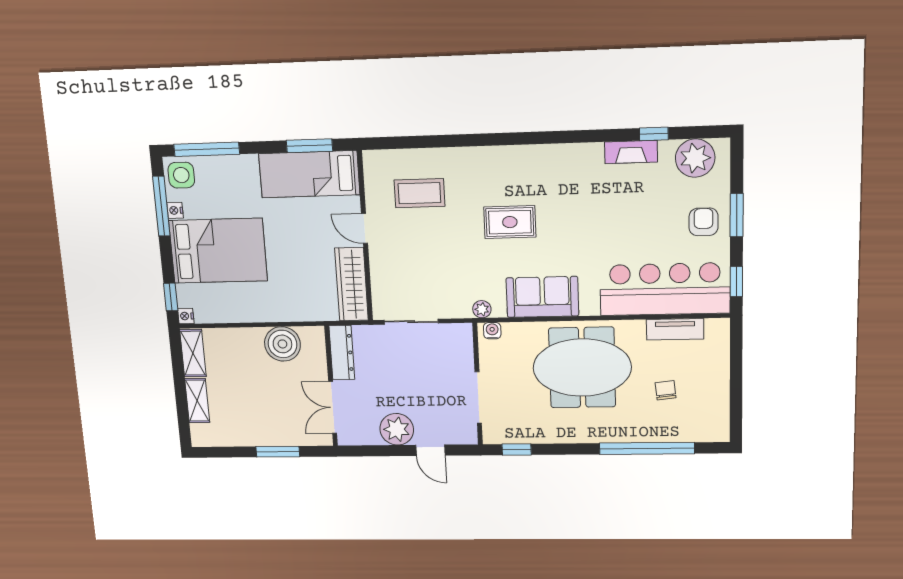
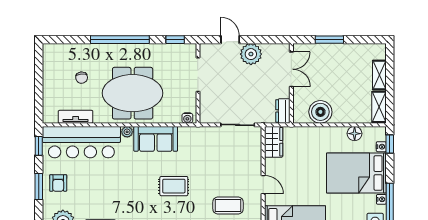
wardrobe: (351, 284) -> (274, 142), width x0.67
plant: (482, 309) -> (127, 132), moved
floor lamp: (227, 312) -> (355, 134), added
nightstand: (186, 316) -> (381, 147), moved
dresser: (342, 353) -> (283, 111), width x0.70
window: (647, 448) -> (120, 40), moved

